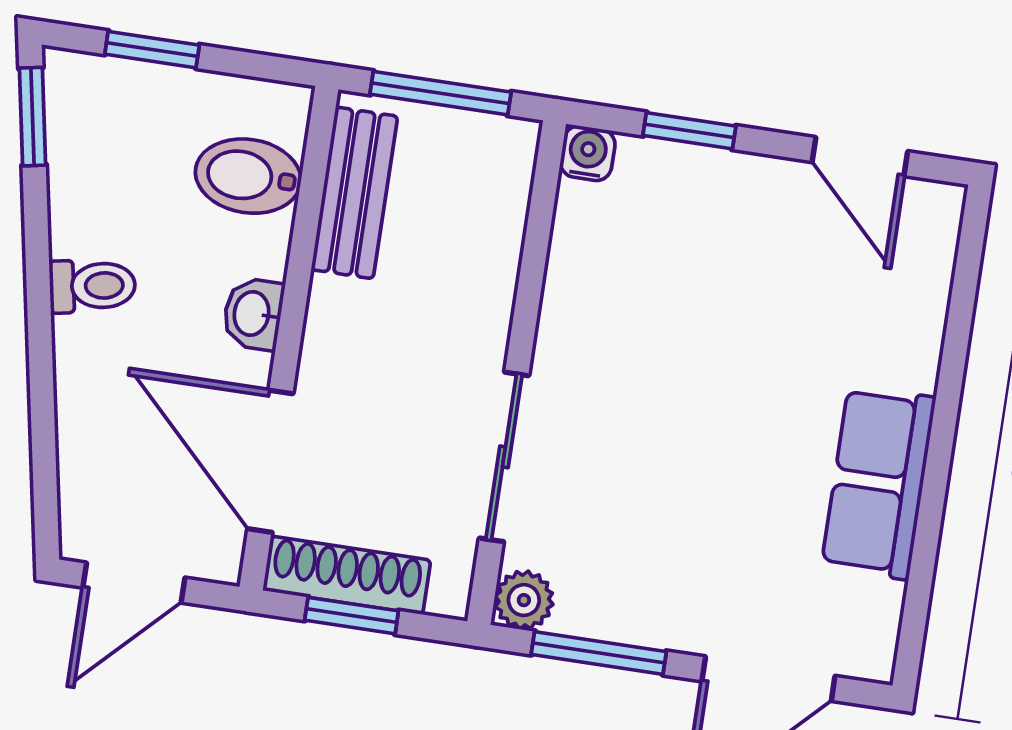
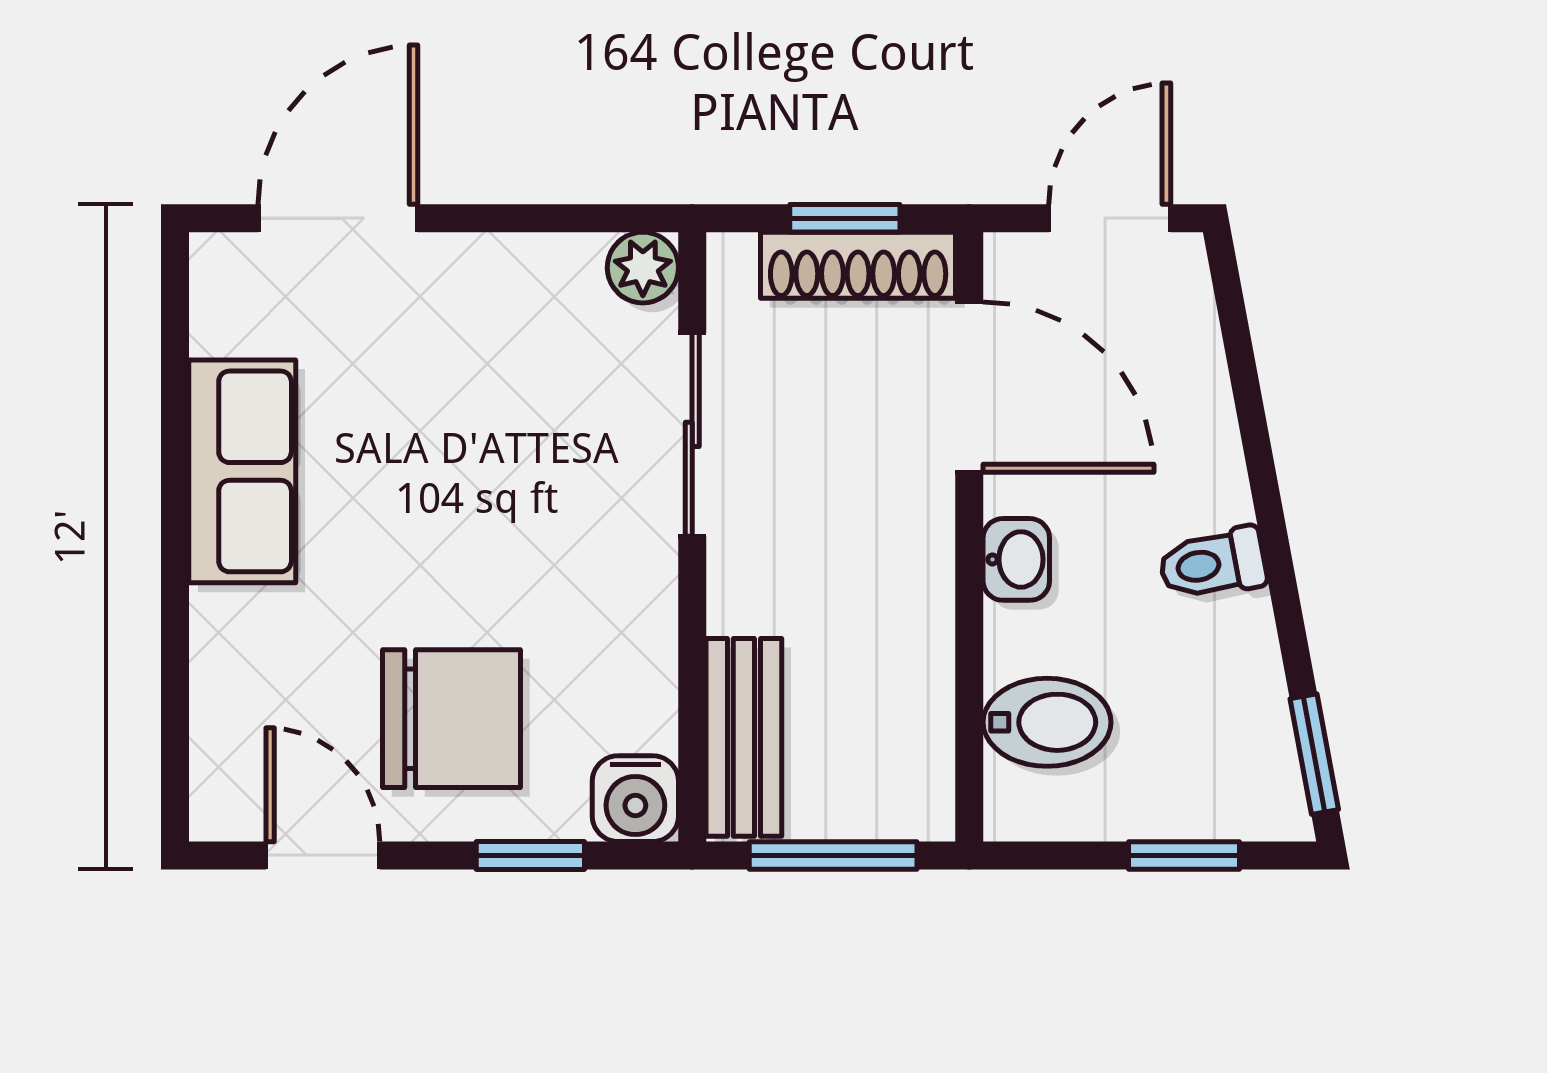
water cooler: (588, 153) -> (635, 799), width x1.38, depth x1.38
bench: (354, 193) -> (744, 737), moved
chair: (737, 253) -> (451, 719), added
window: (599, 653) -> (544, 218), removed

